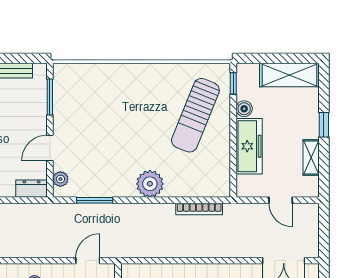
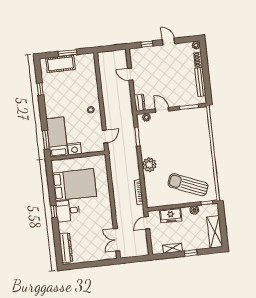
freezer: (249, 146) -> (171, 215), width x0.71
door: (281, 200) -> (147, 223), moved
door: (88, 261) -> (105, 137), hinge flipped

